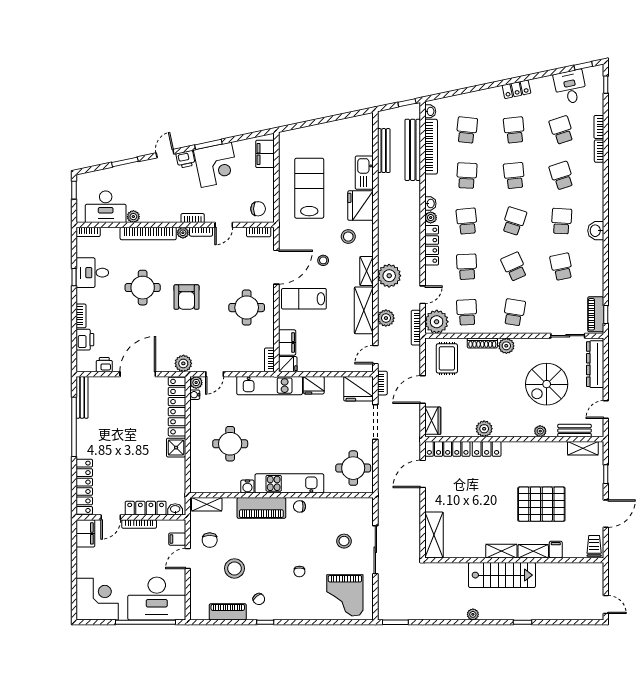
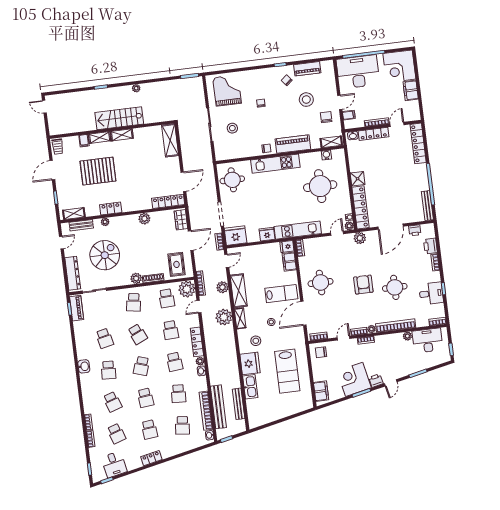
round table: (230, 444) -> (320, 186), width x1.36, depth x1.36
locker: (487, 449) -> (111, 209), moved
water cooler: (247, 486) -> (326, 155), moved
filing cabinet: (85, 533) -> (411, 90), moved

